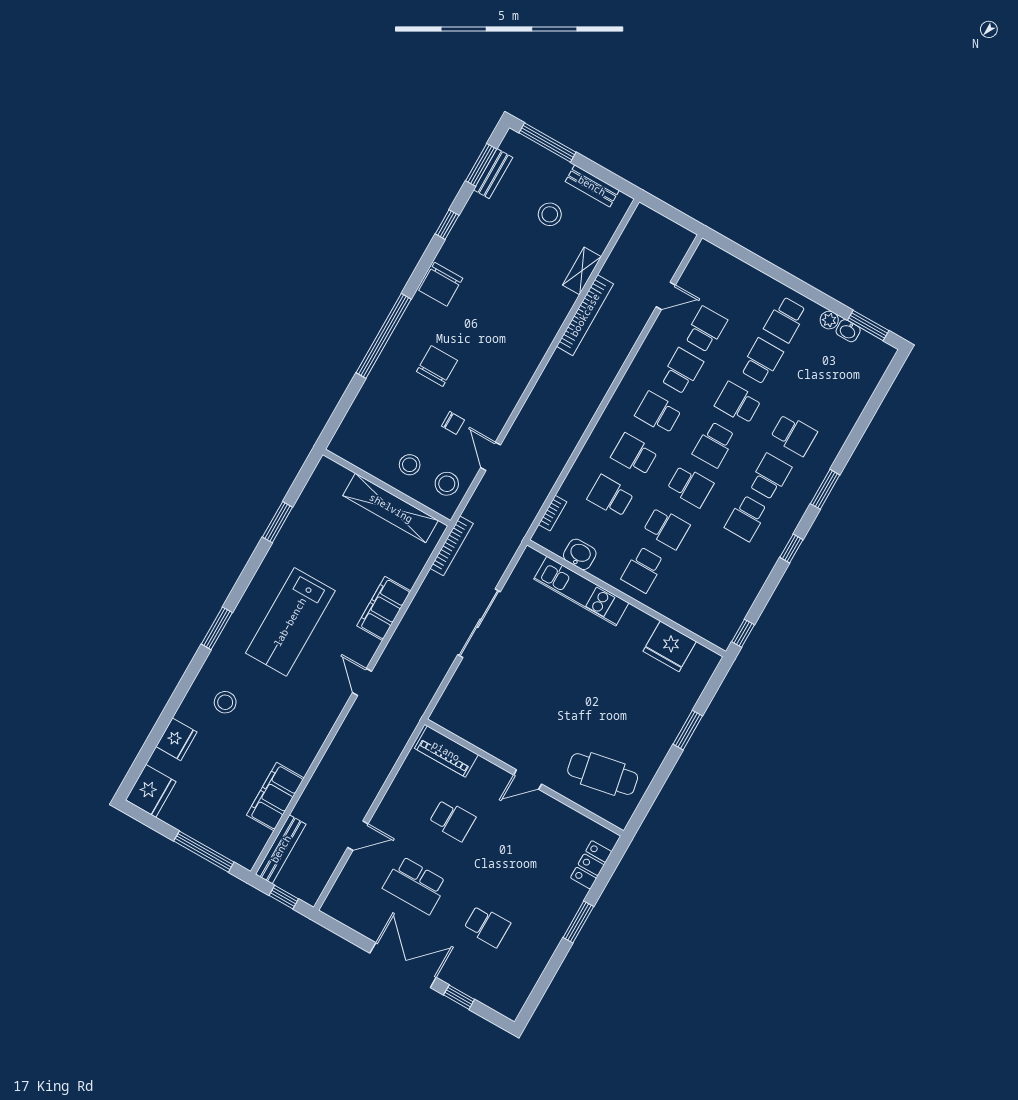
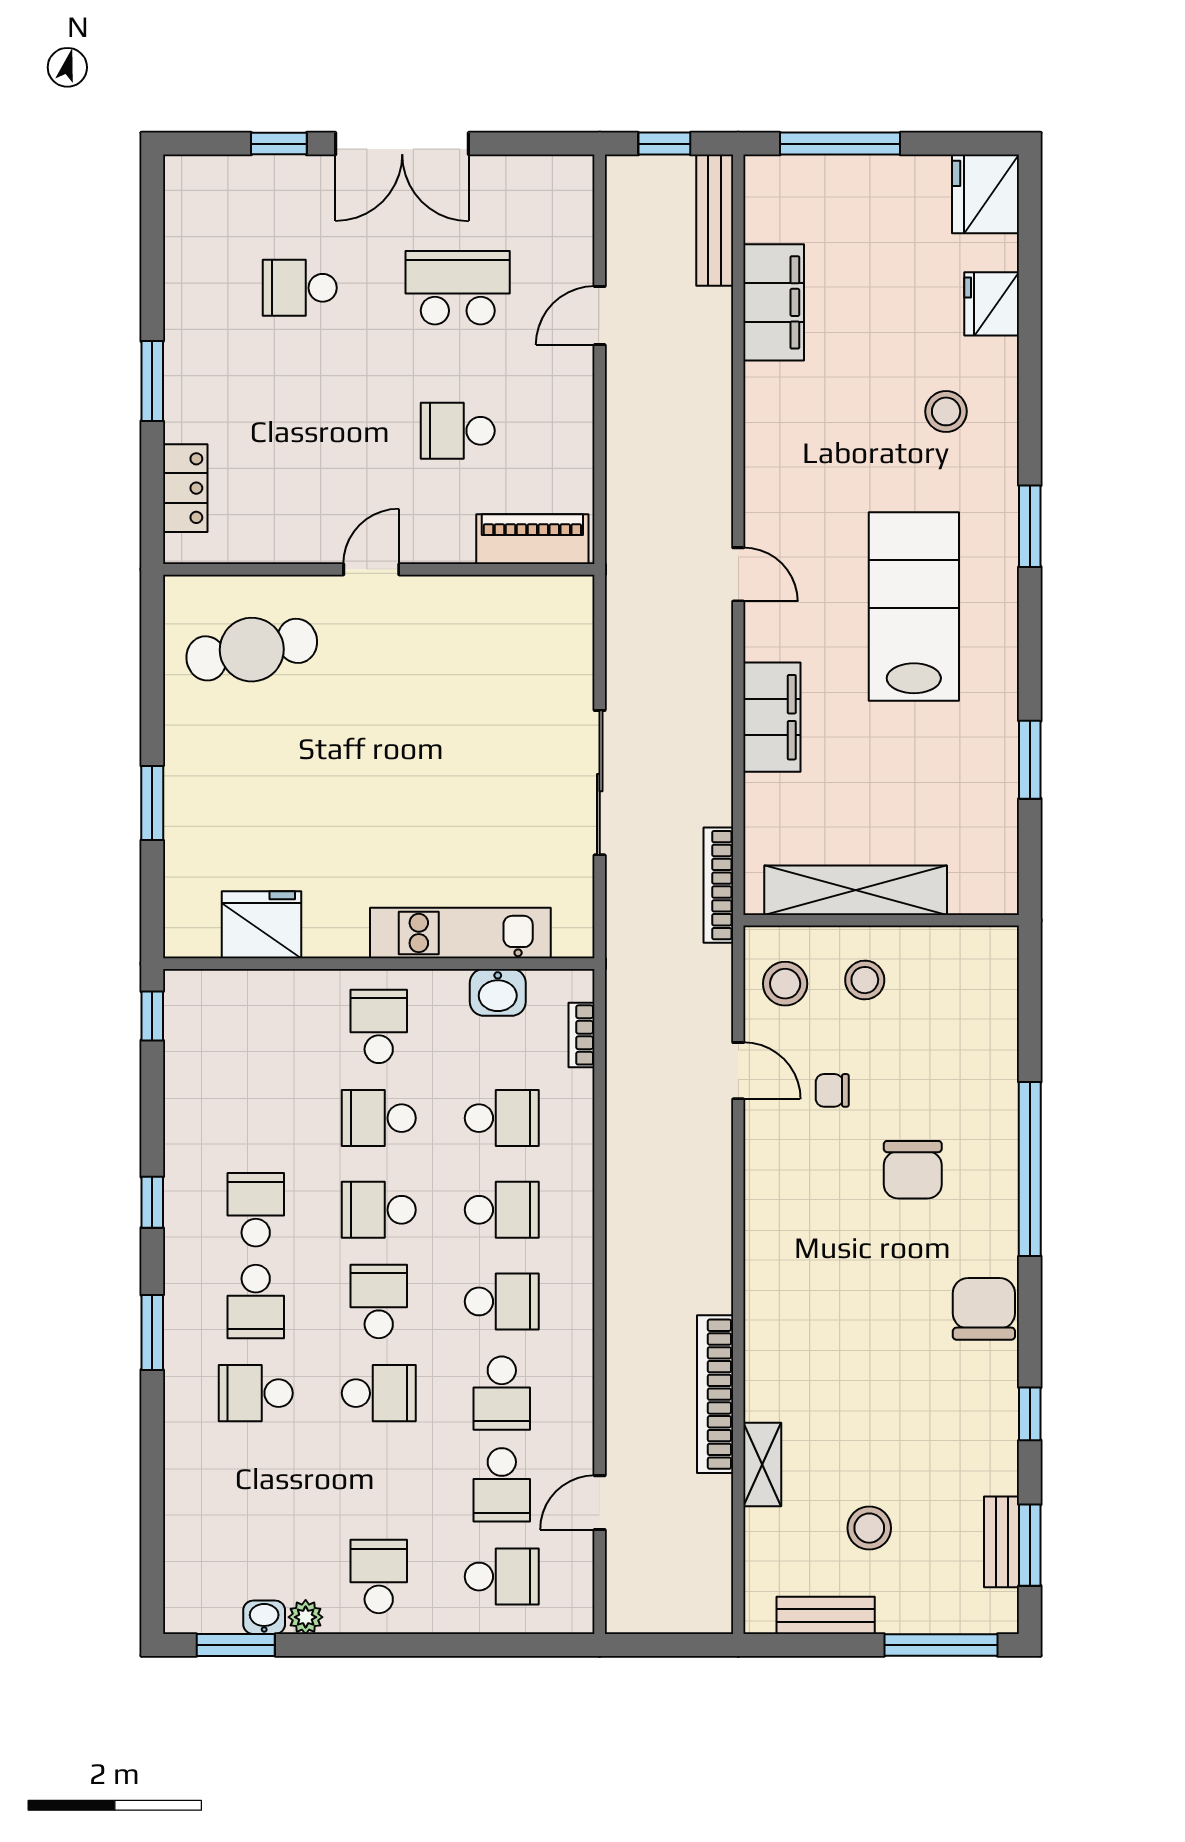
school desk: (762, 361) -> (502, 1577), moved, turned -90

